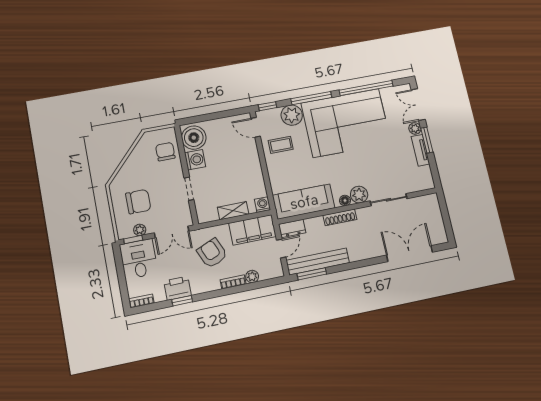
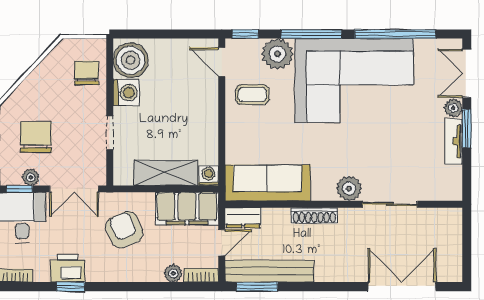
floor lamp: (345, 201) -> (327, 193), removed
chair: (138, 202) -> (36, 137), turned -90
shelving: (233, 211) -> (165, 173), width x1.50, depth x1.33
bookcase: (233, 282) -> (201, 275), moved

